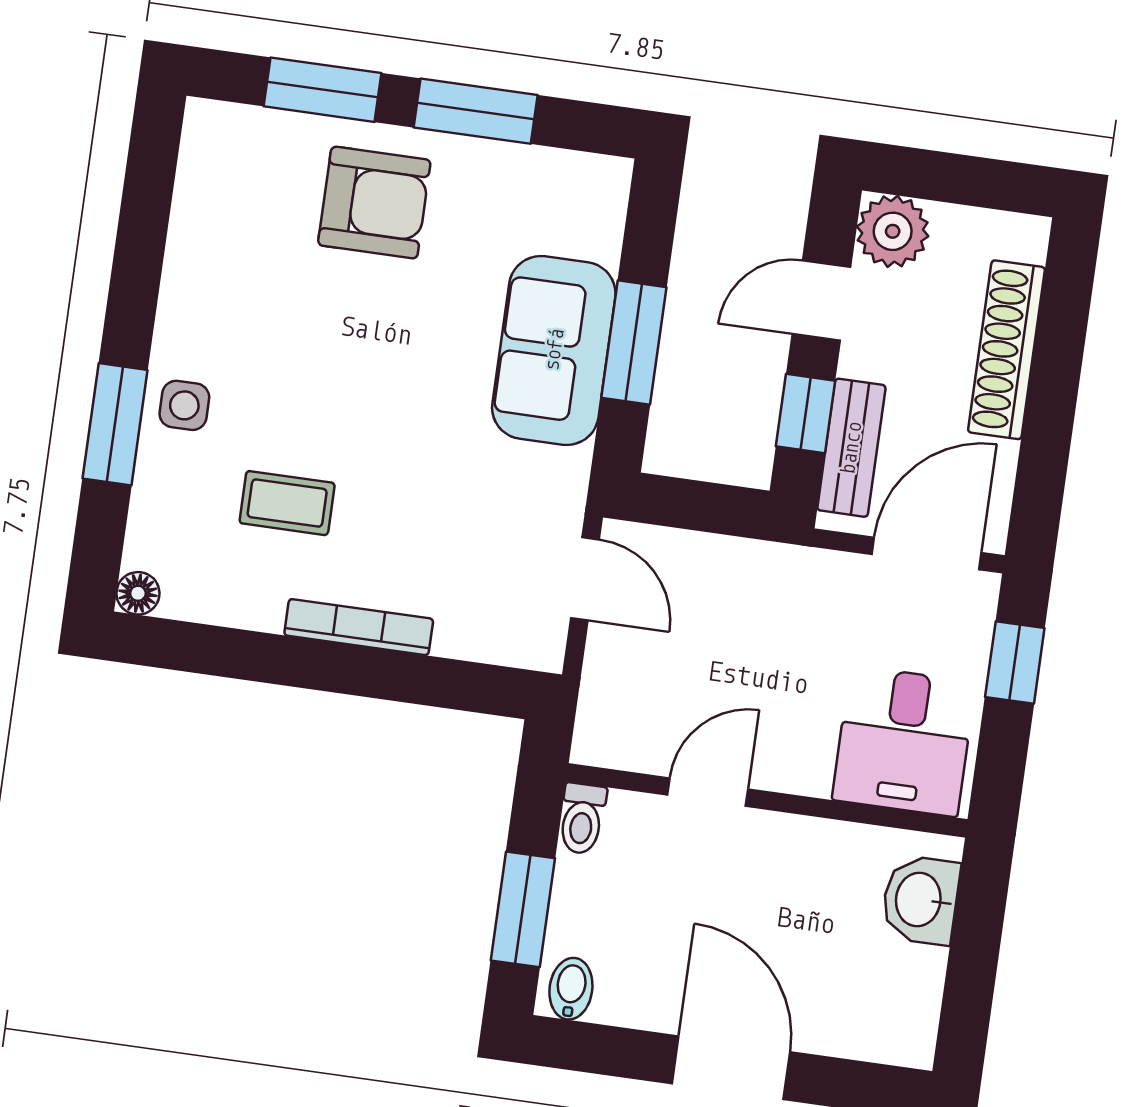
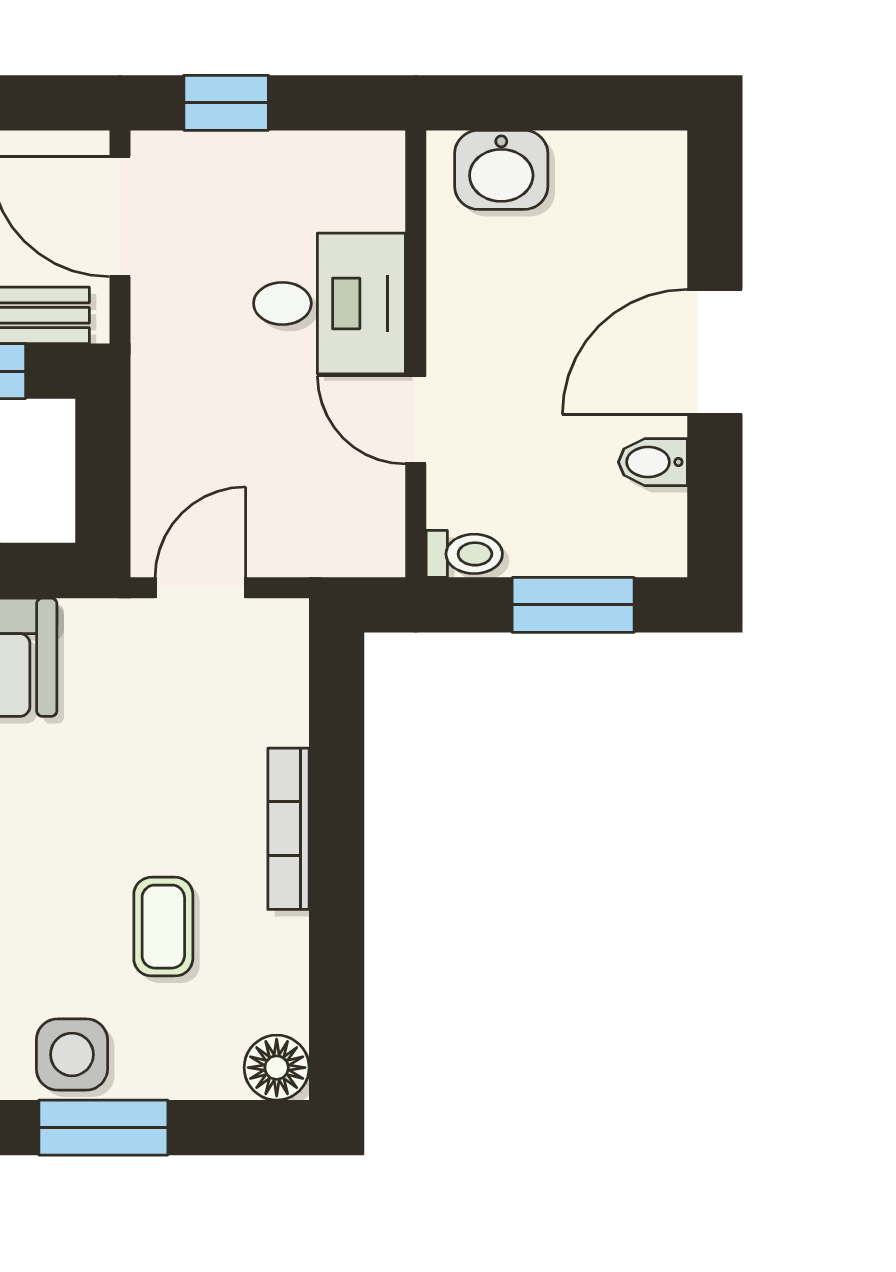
side table: (184, 405) -> (72, 1054), width x1.37, depth x1.37
floor lamp: (138, 593) -> (277, 1068), width x1.37, depth x1.37
desk: (904, 741) -> (329, 303), moved
bidet: (571, 989) -> (653, 462), moved

